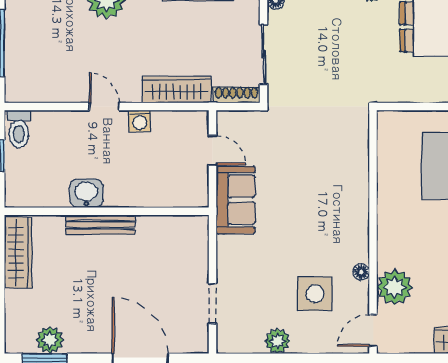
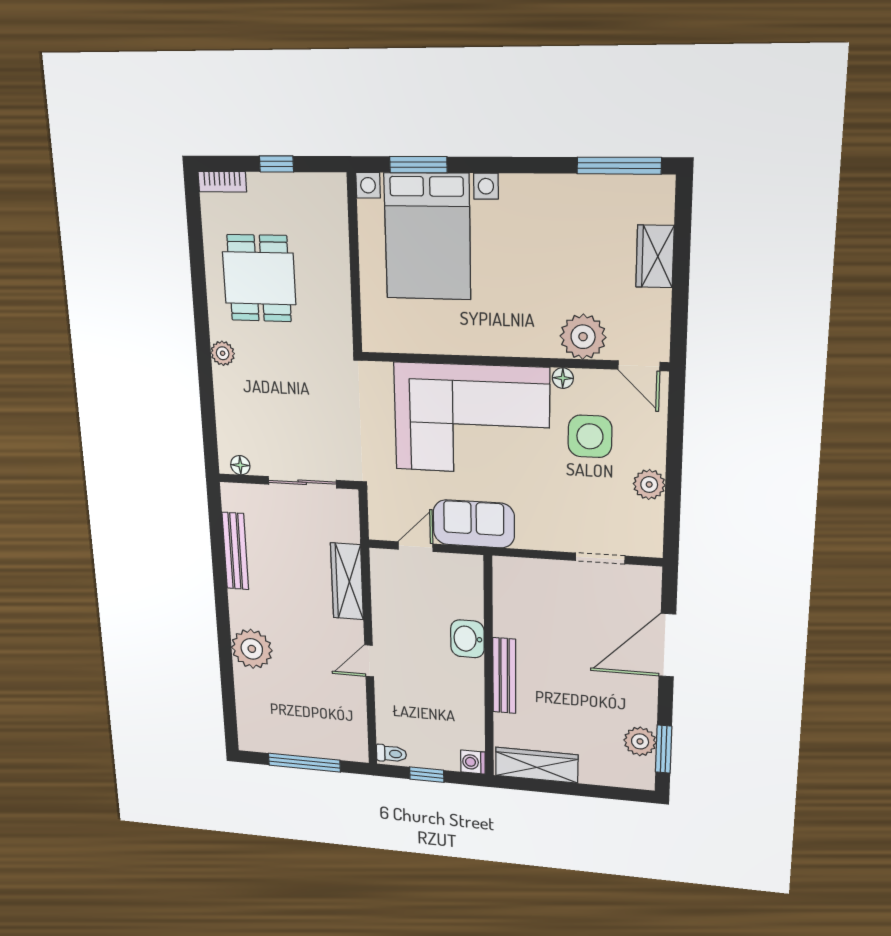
shoe rack: (236, 95) -> (350, 516), removed
washing machine: (140, 121) -> (473, 762), moved, turned 180
toilet: (19, 129) -> (391, 754), width x0.73, depth x0.72
washbasin: (86, 193) -> (467, 639), moved
corner sofa: (325, 199) -> (471, 419), added

